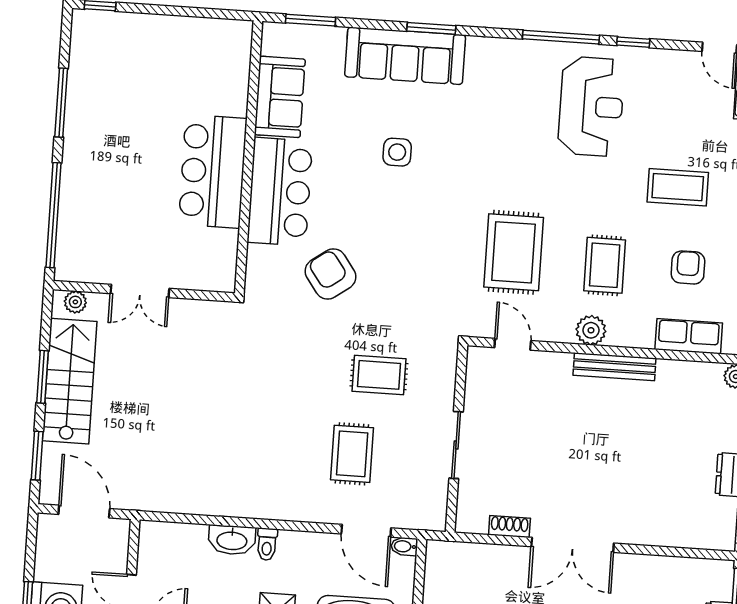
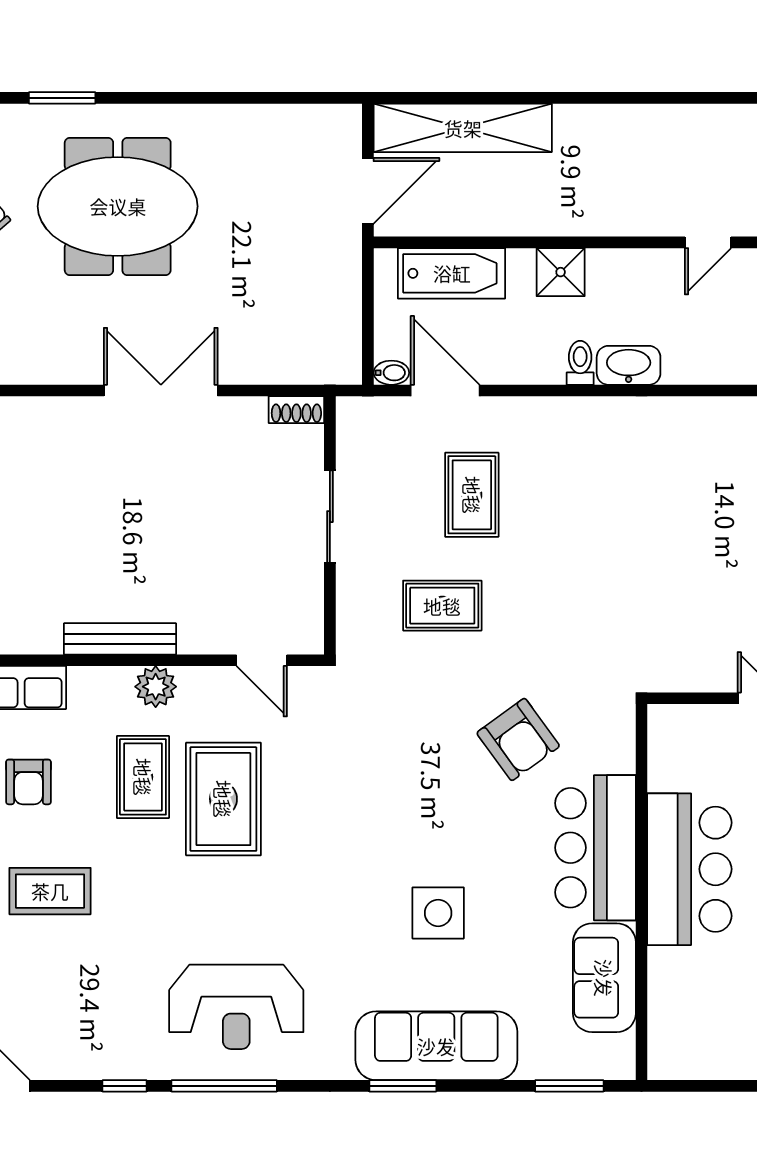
reception desk: (591, 106) -> (236, 1007), moved, turned -90
side table: (397, 152) -> (438, 913), width x1.37, depth x1.37
rug: (514, 252) -> (223, 799), moved
shoe rack: (509, 527) -> (296, 410), moved

